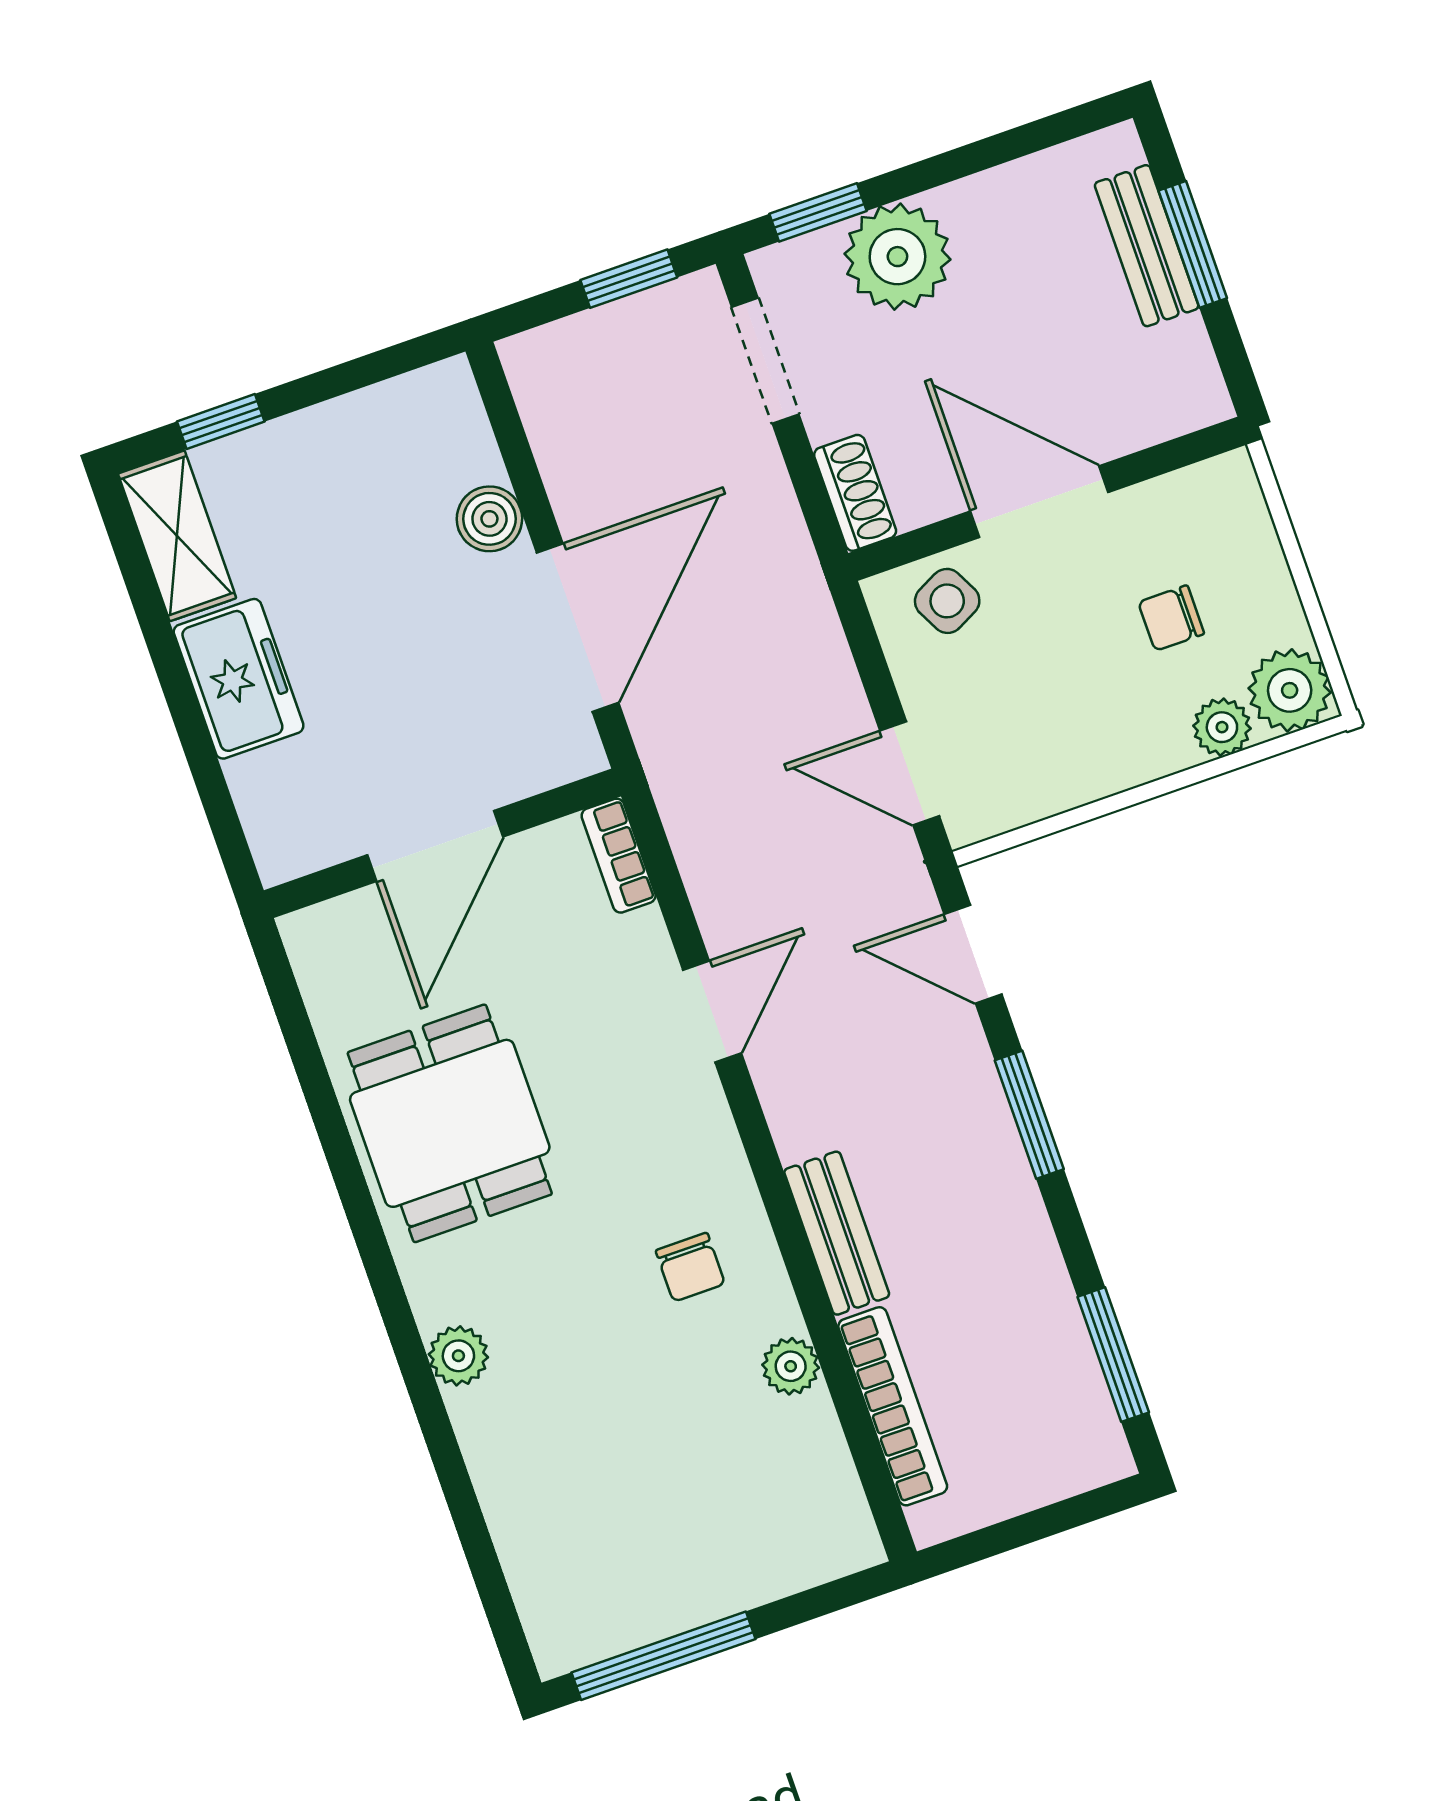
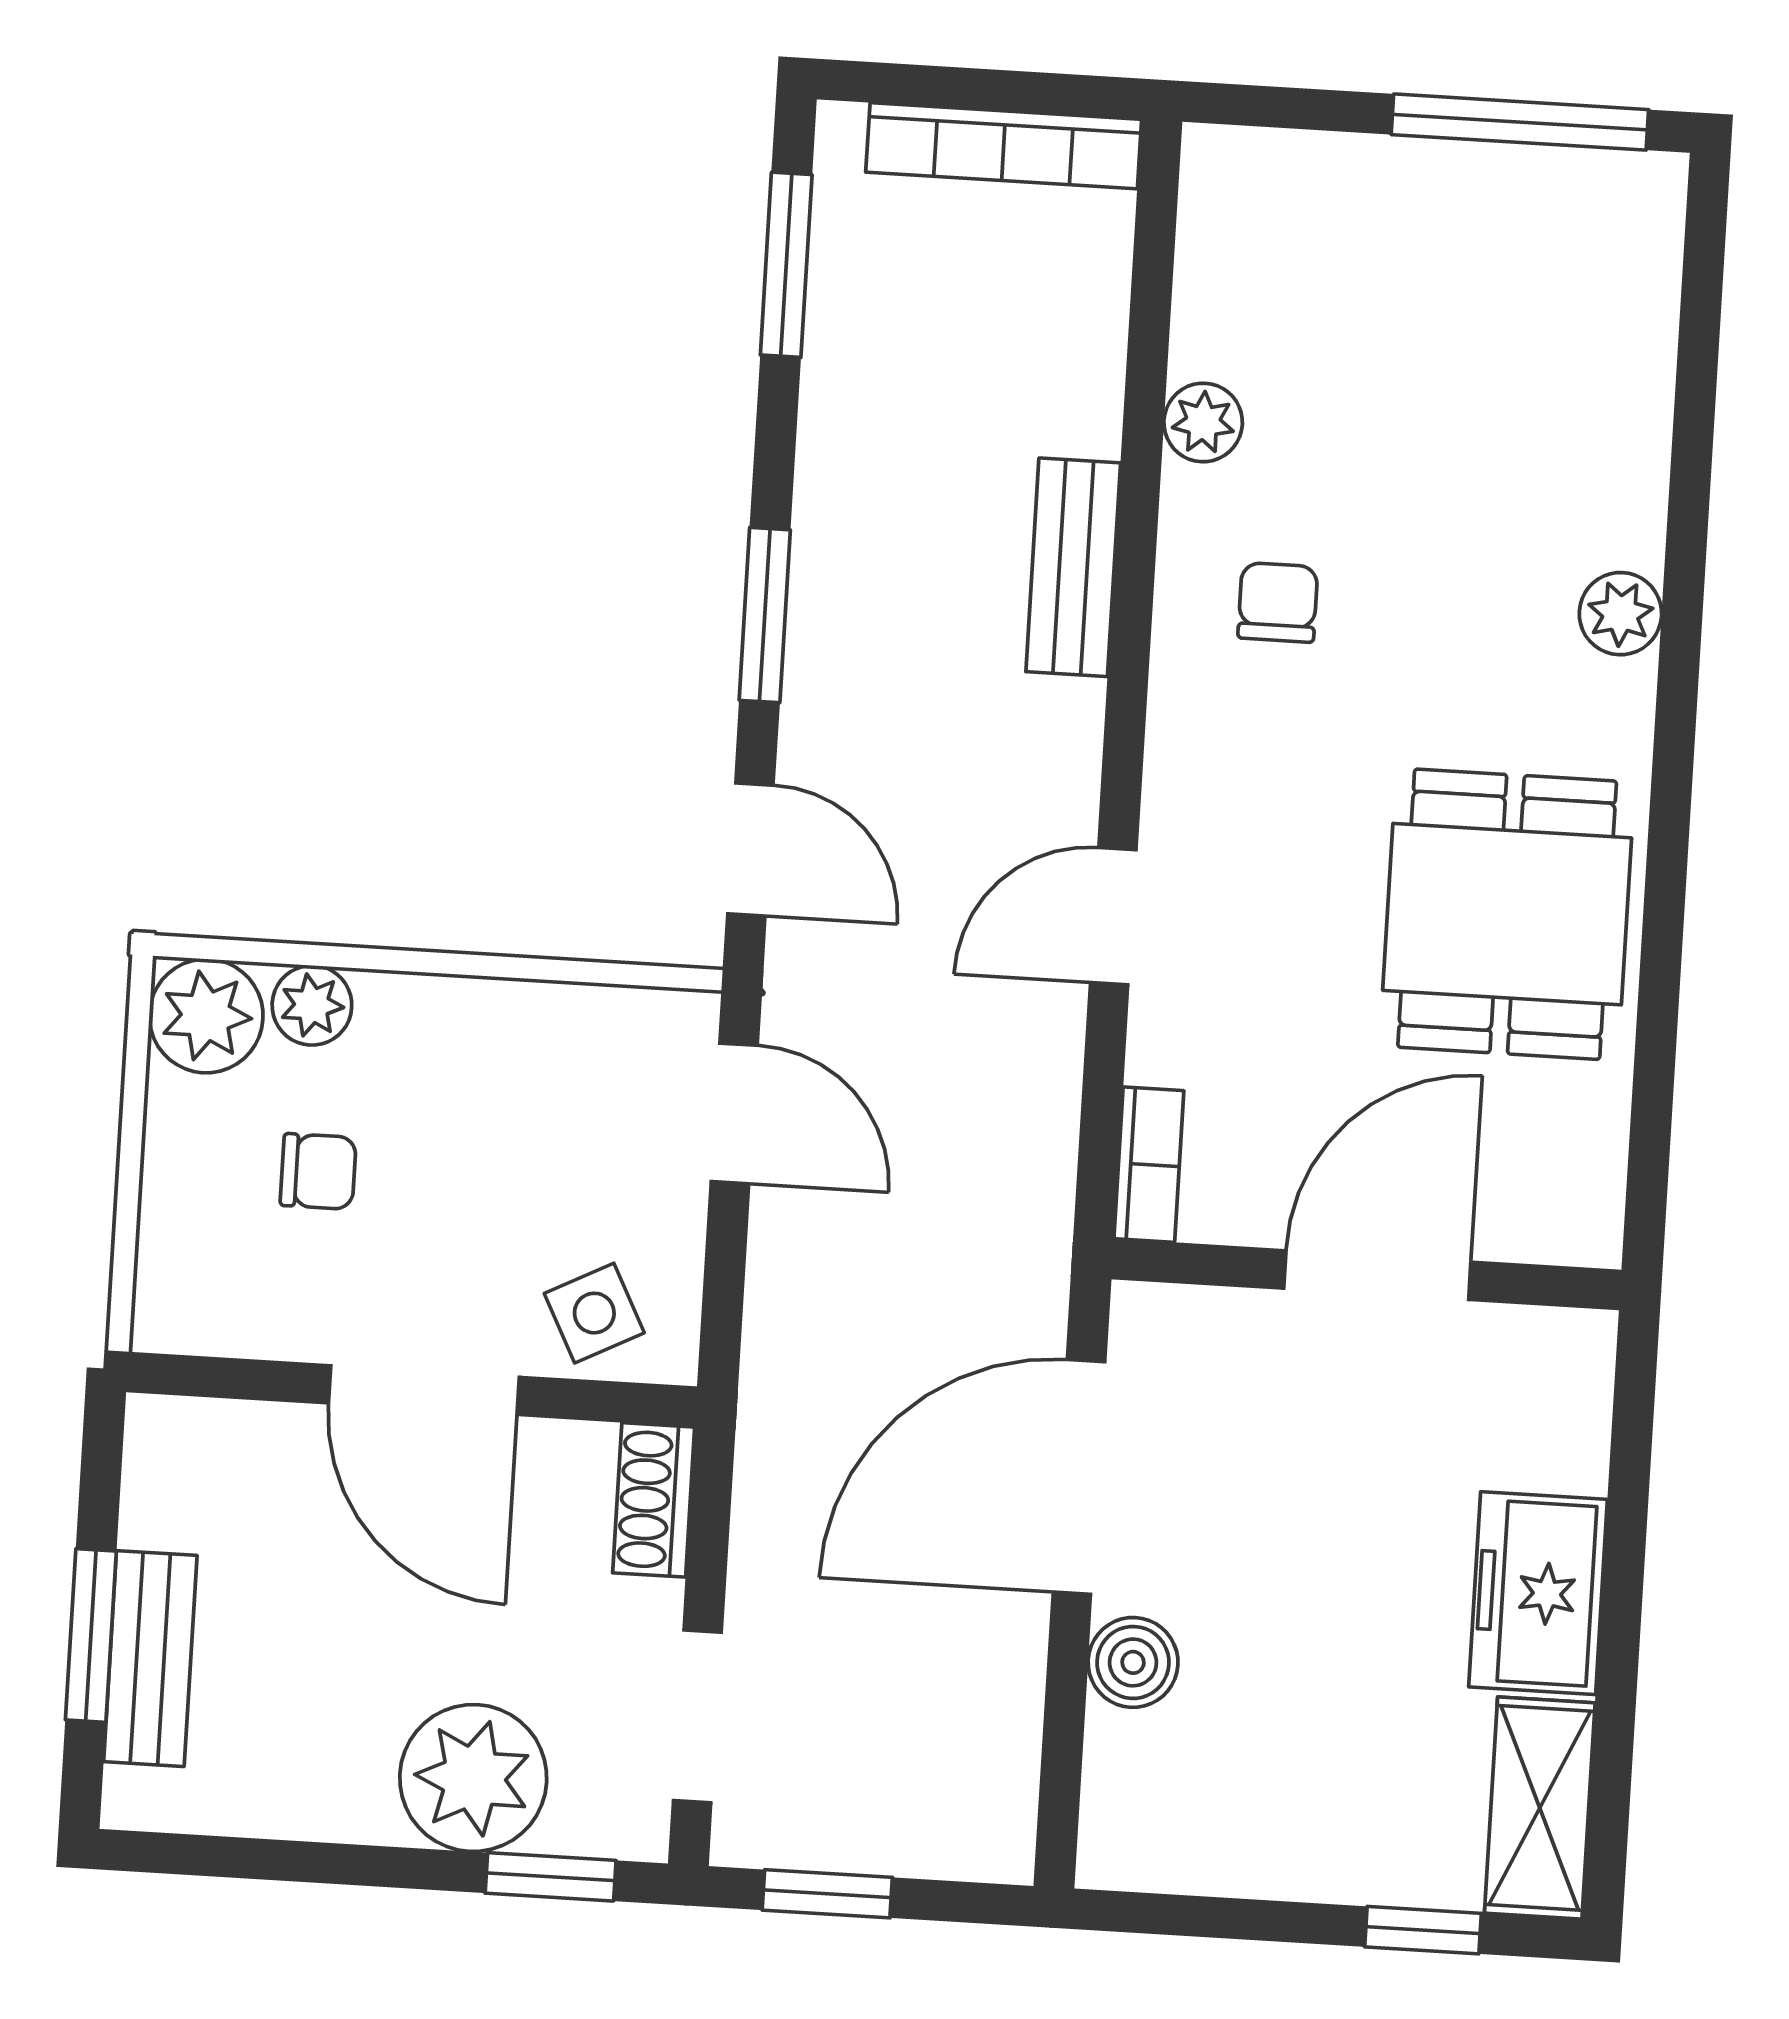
bookcase: (893, 1406) -> (1004, 146), moved, turned -90

